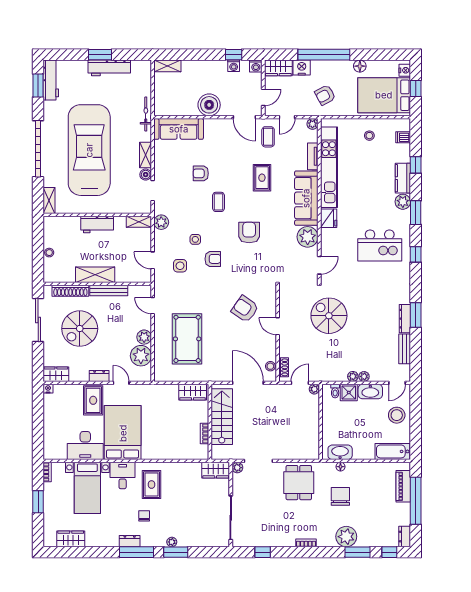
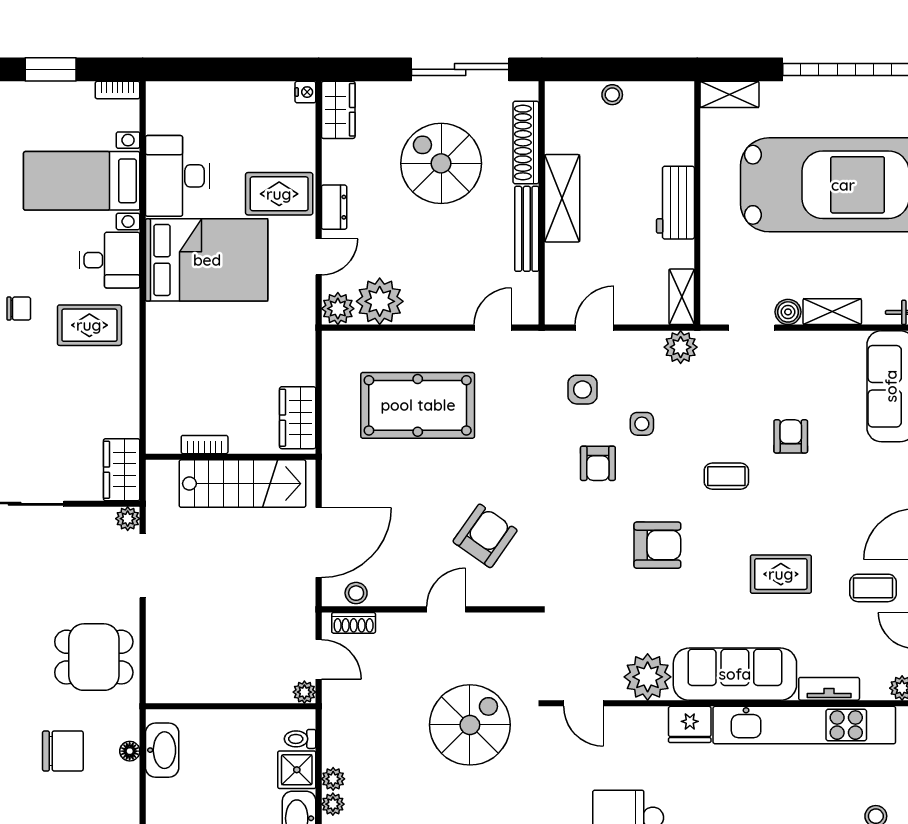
plant: (144, 337) -> (338, 309), moved

